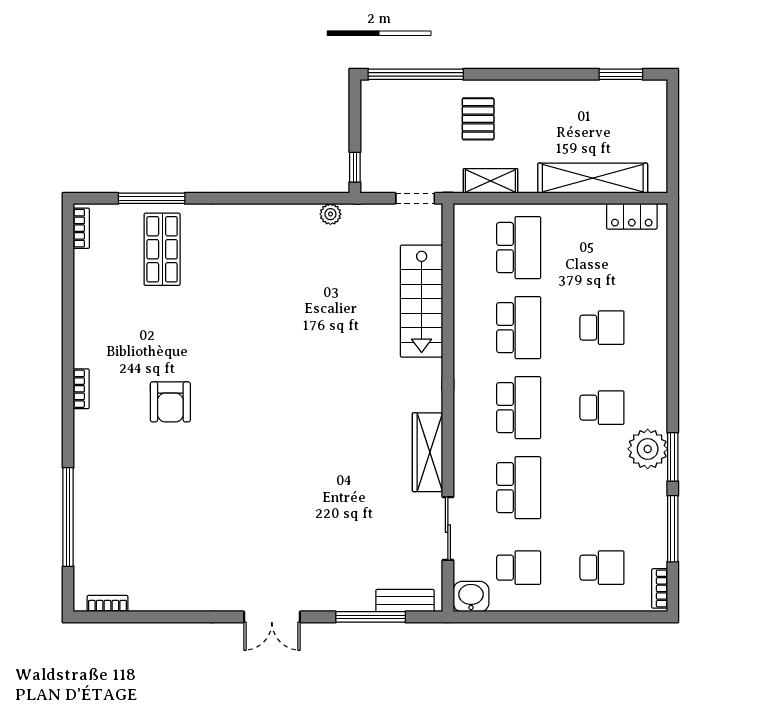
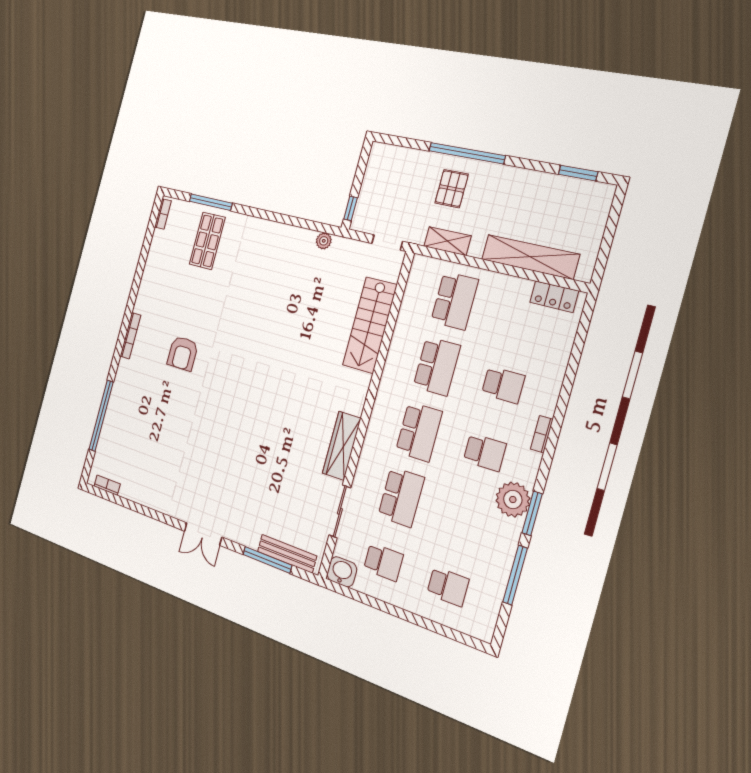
window: (416, 74) -> (467, 153), moved
bookcase: (81, 389) -> (130, 336), width x1.56
bookcase: (660, 588) -> (542, 434), moved
bench: (405, 601) -> (287, 554), width x1.36

